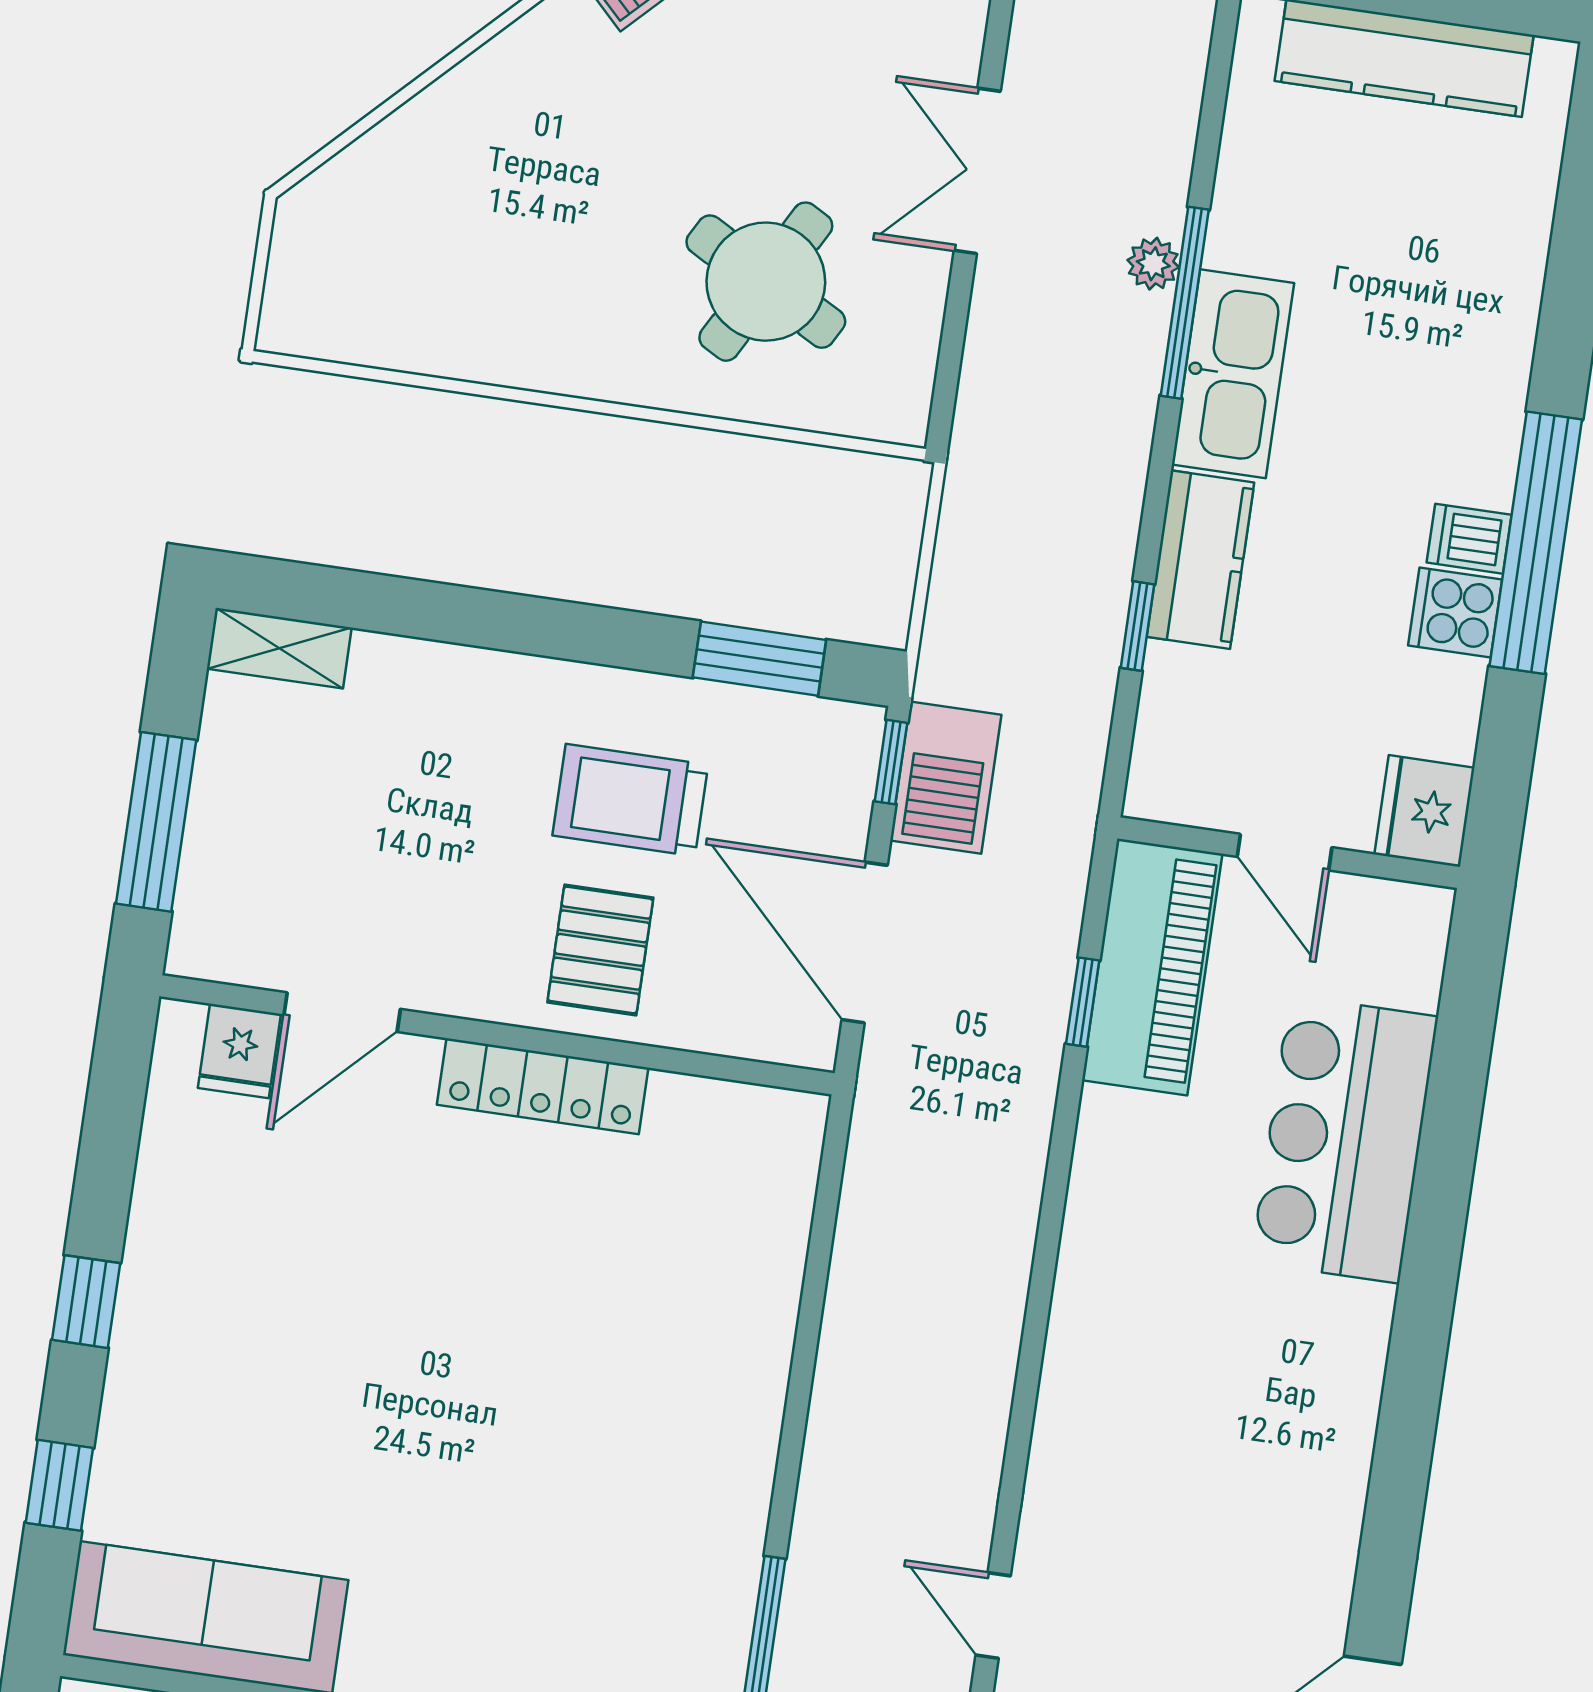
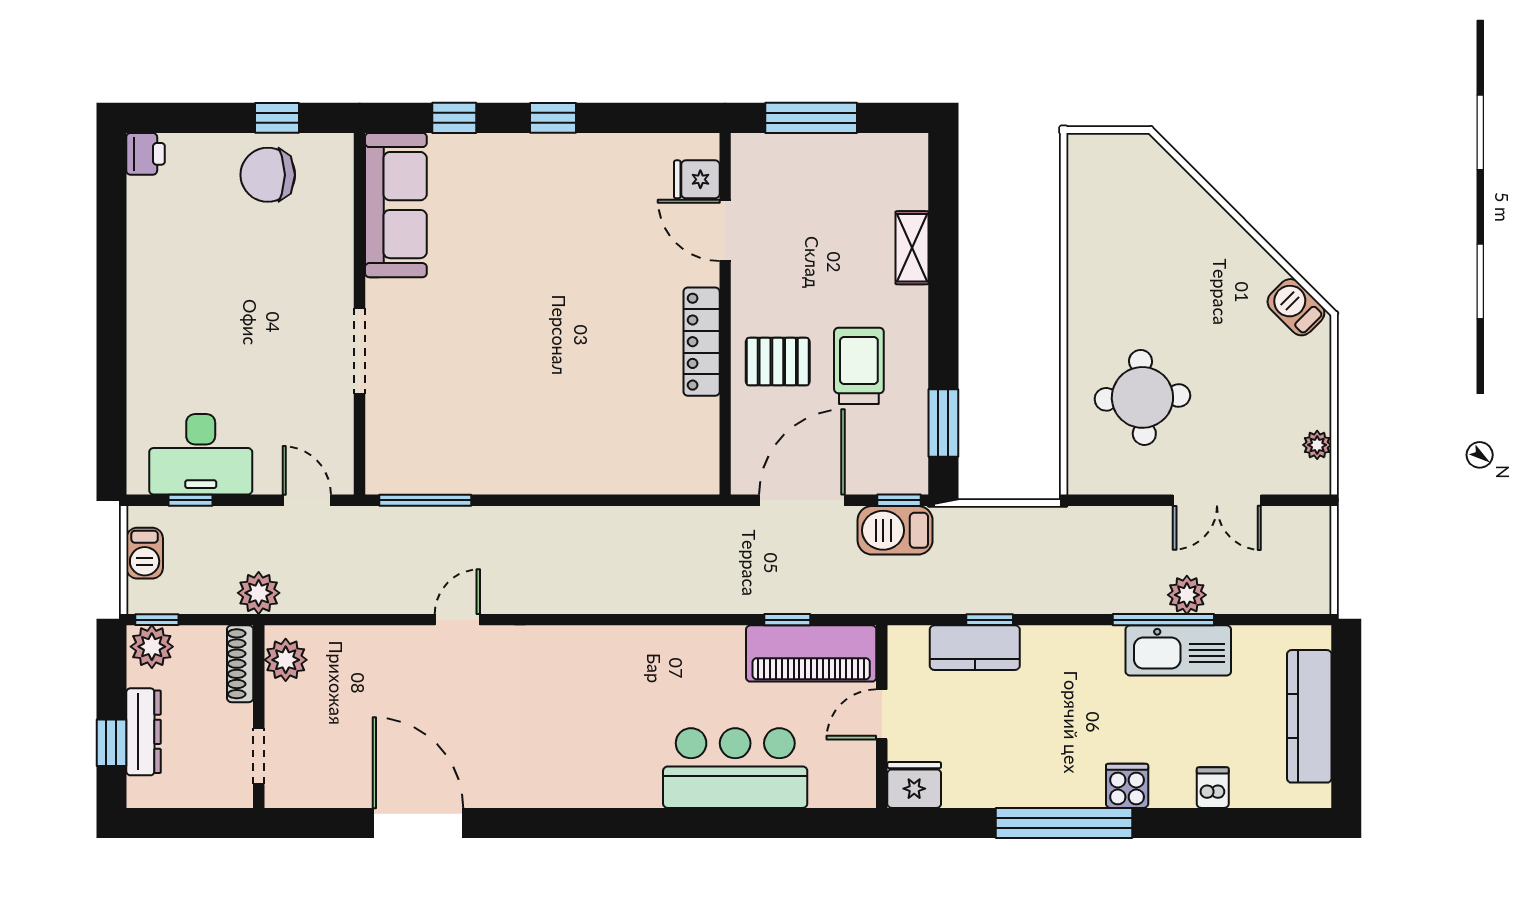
double door: (977, 171) -> (1217, 500), swing flipped
plant: (1153, 264) -> (1187, 595), width x1.38, depth x1.38
round table: (766, 282) -> (1142, 397), turned -32
kitchen sink: (1233, 374) -> (1178, 650), moved
dishwasher: (1469, 539) -> (1213, 788), moved
kitchen counter: (1200, 560) -> (975, 648), moved
cooker: (1455, 612) -> (1127, 786), moved
shelving: (279, 648) -> (912, 248), moved

